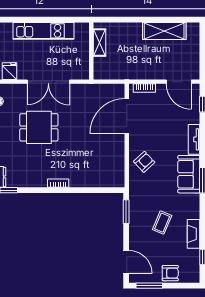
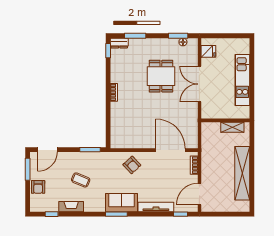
shelving: (164, 31) -> (242, 173), width x1.47
tv unit: (194, 139) -> (156, 207), width x1.41

